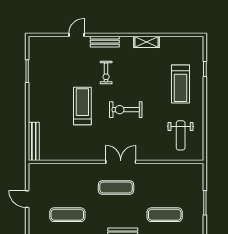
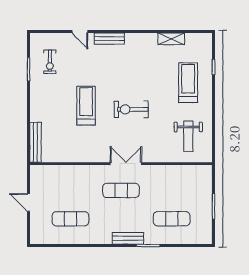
door: (76, 35) -> (80, 32), swing flipped
shelving: (146, 42) -> (171, 39), moved
exercise bike: (106, 72) -> (50, 62), moved
treadmill: (180, 84) -> (188, 83), turned 180

